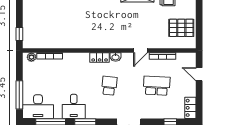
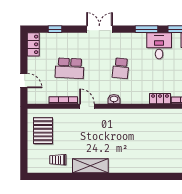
pallet: (181, 28) -> (43, 131), turned 90
door: (141, 51) -> (87, 106), hinge flipped
locker: (100, 58) -> (160, 99), moved

